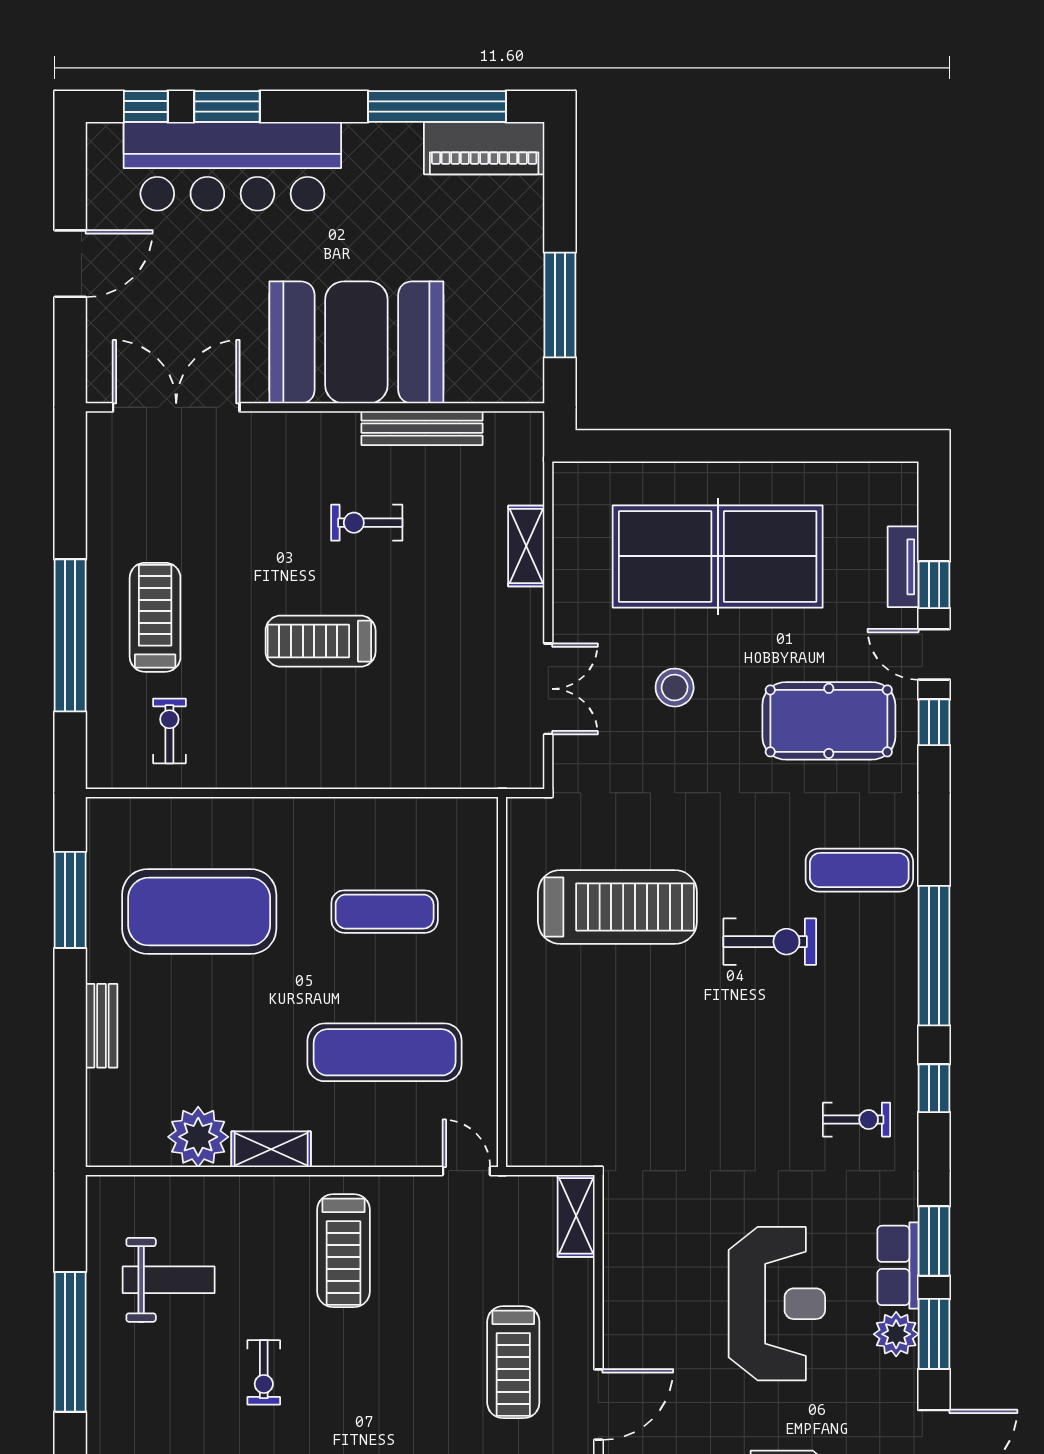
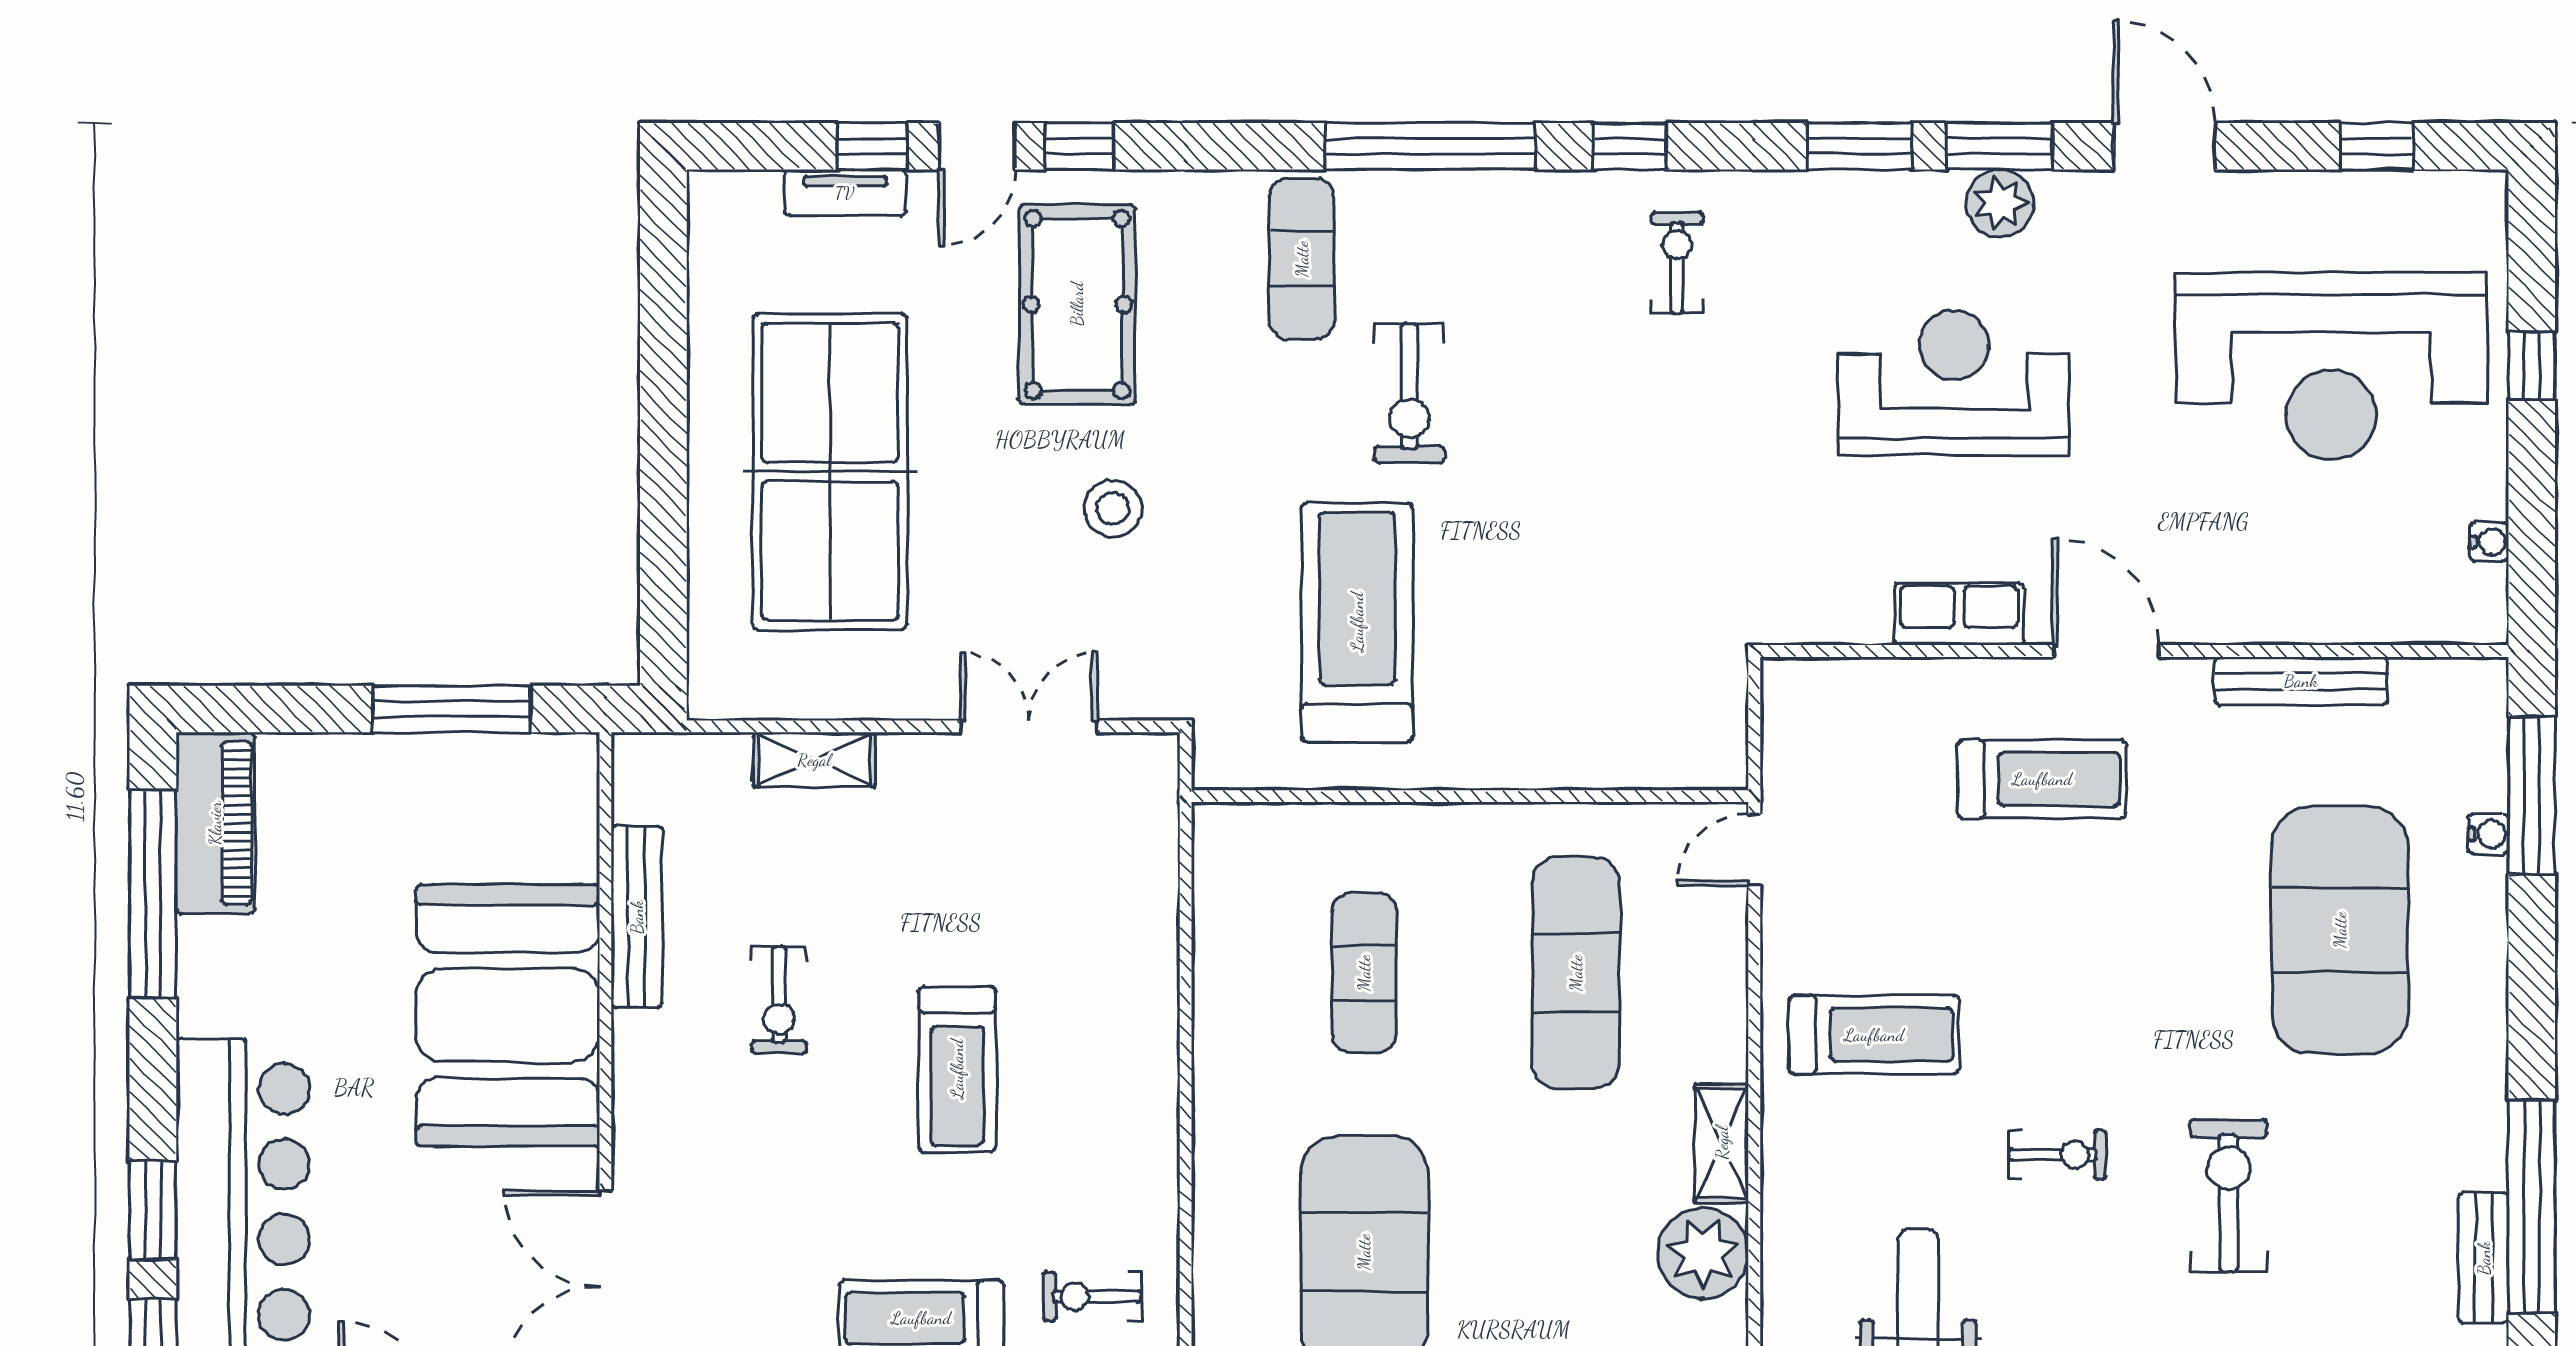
stool: (675, 688) -> (1113, 508), moved
exercise bike: (770, 942) -> (1409, 393), turned 180
shelving: (576, 1216) -> (1822, 685), removed
row of seats: (898, 1265) -> (1959, 614), moved, turned 180

